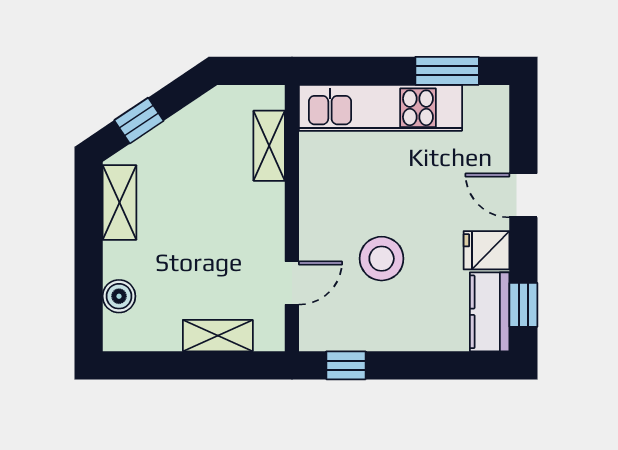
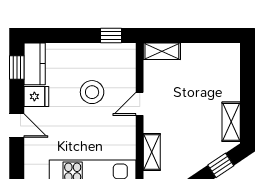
door: (292, 283) -> (140, 104), moved
boiler: (119, 296) -> (231, 72), removed
shelving: (218, 336) -> (162, 51), moved

